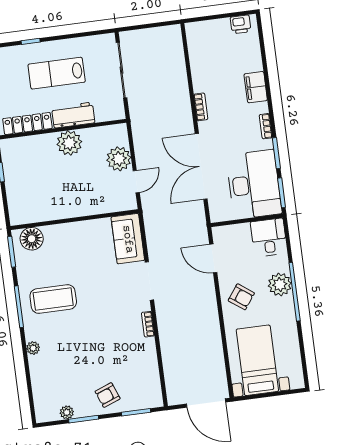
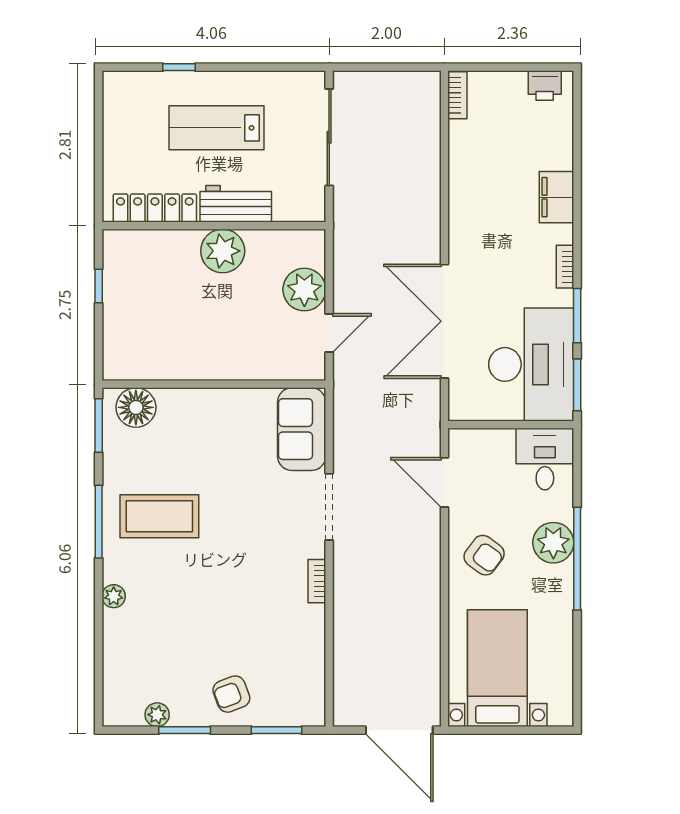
bookcase: (201, 107) -> (457, 95), moved

